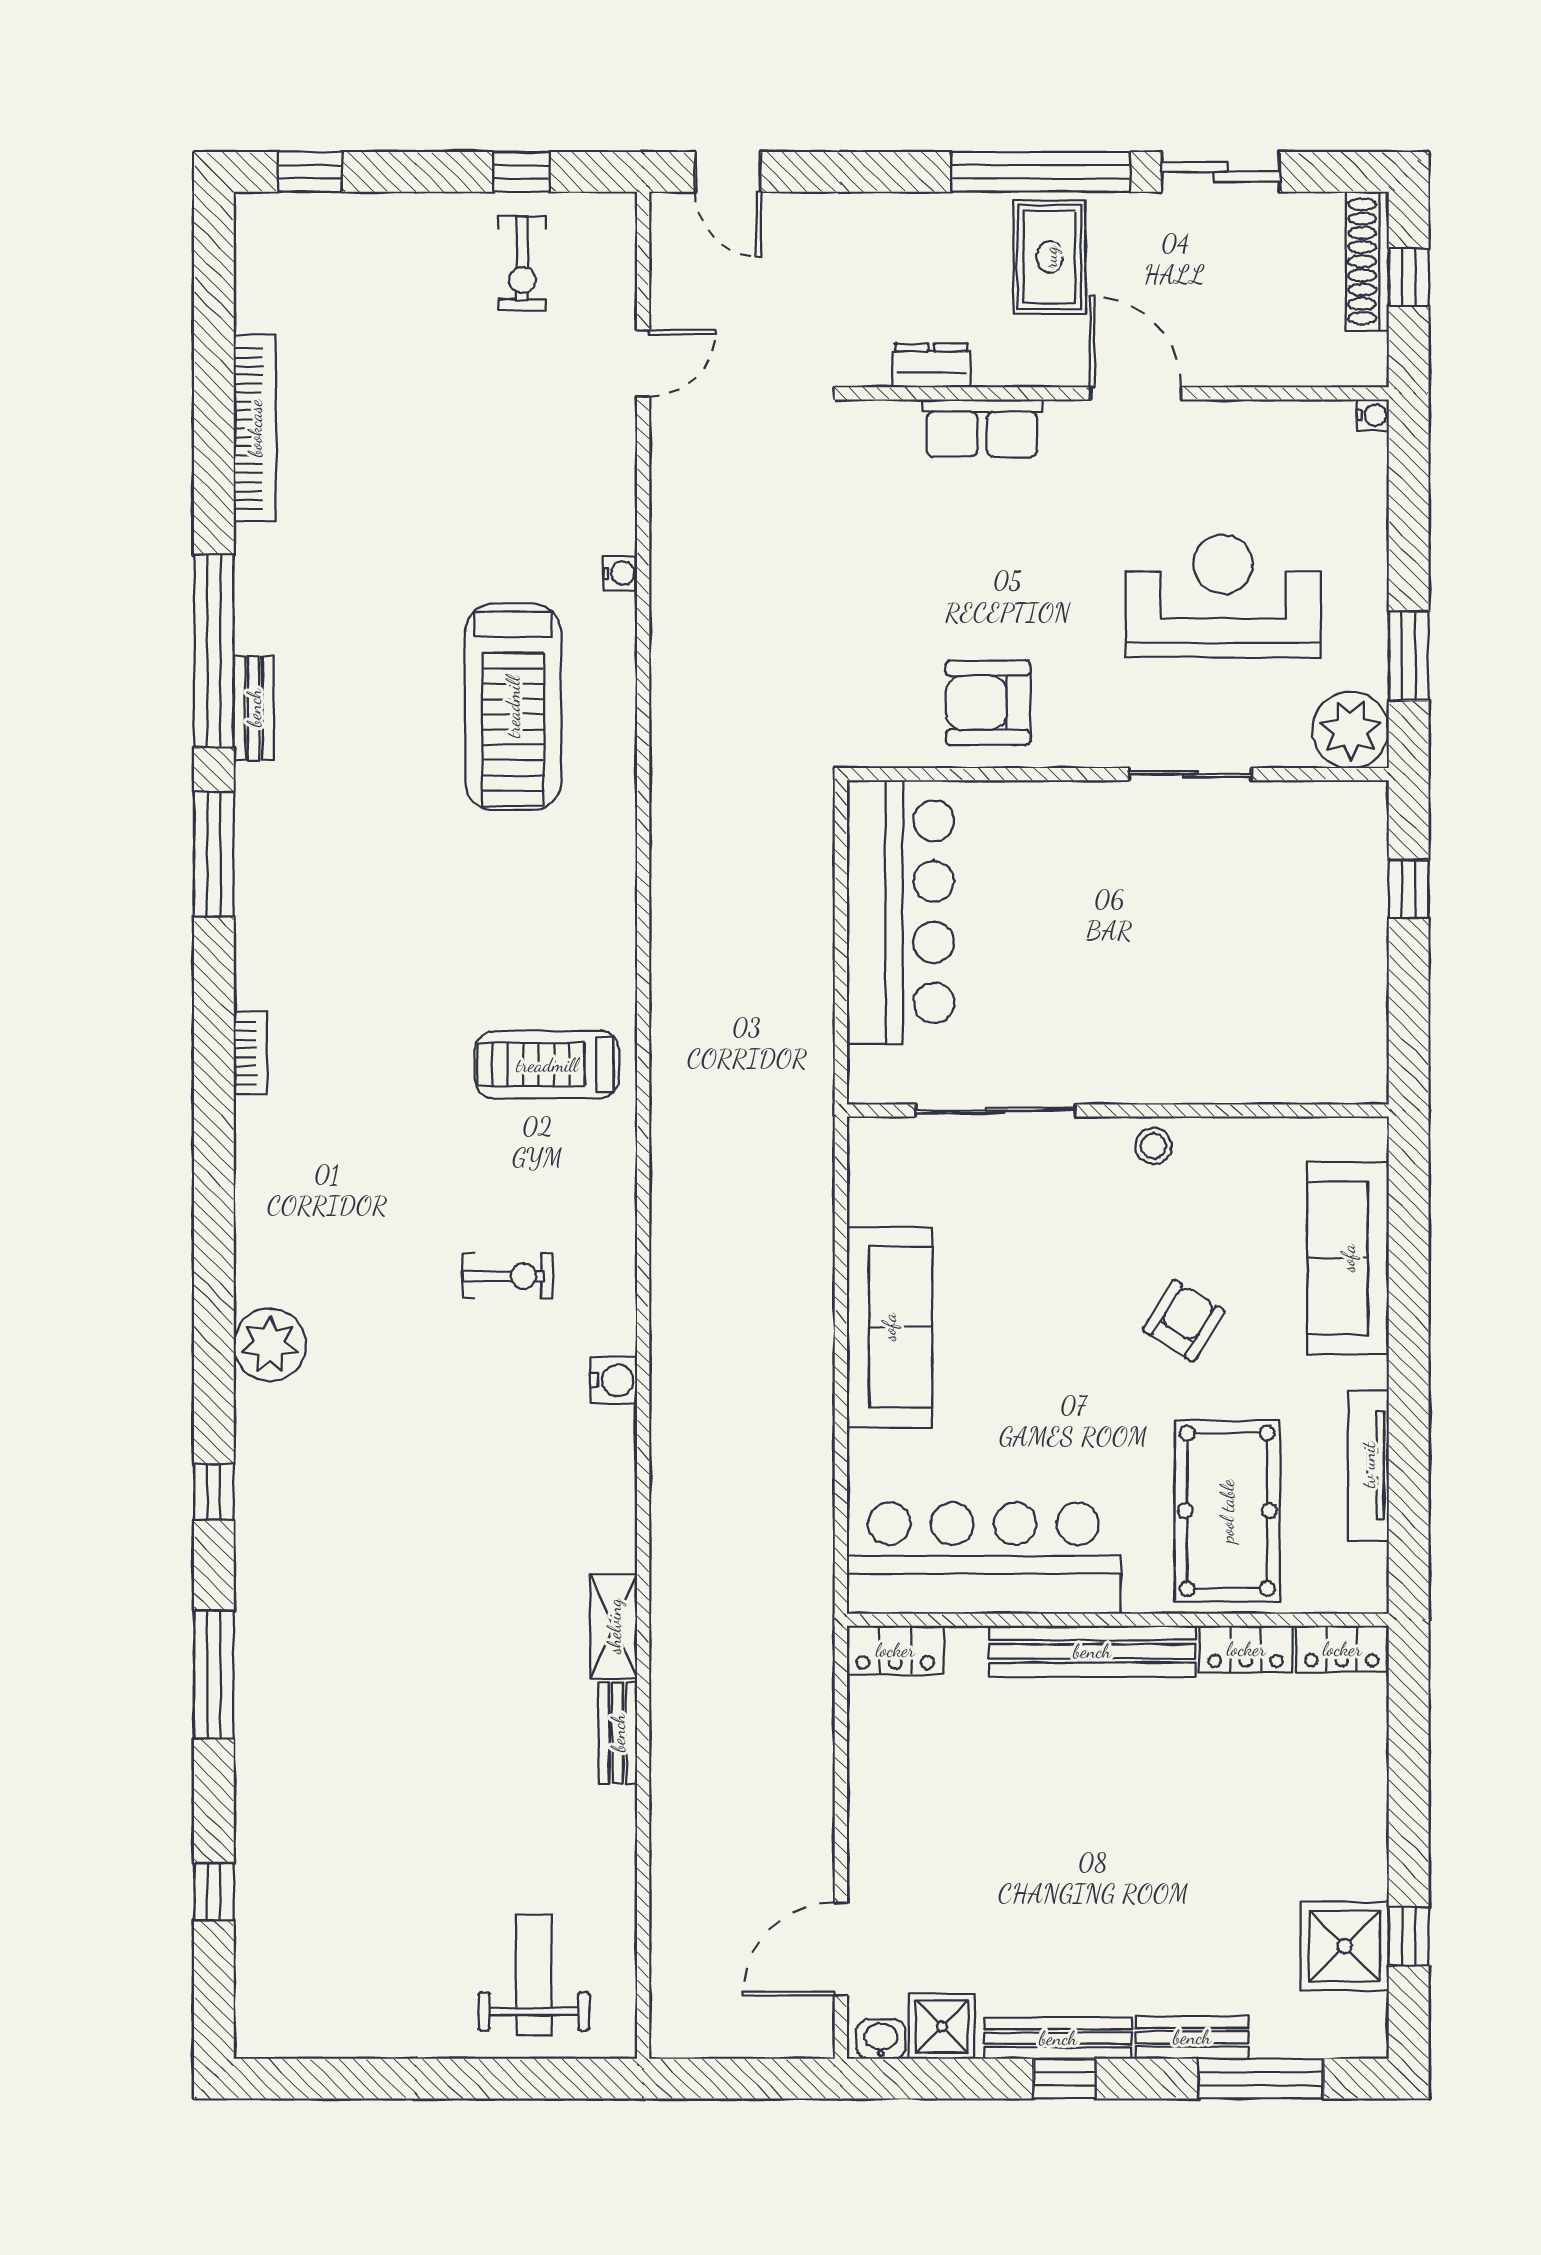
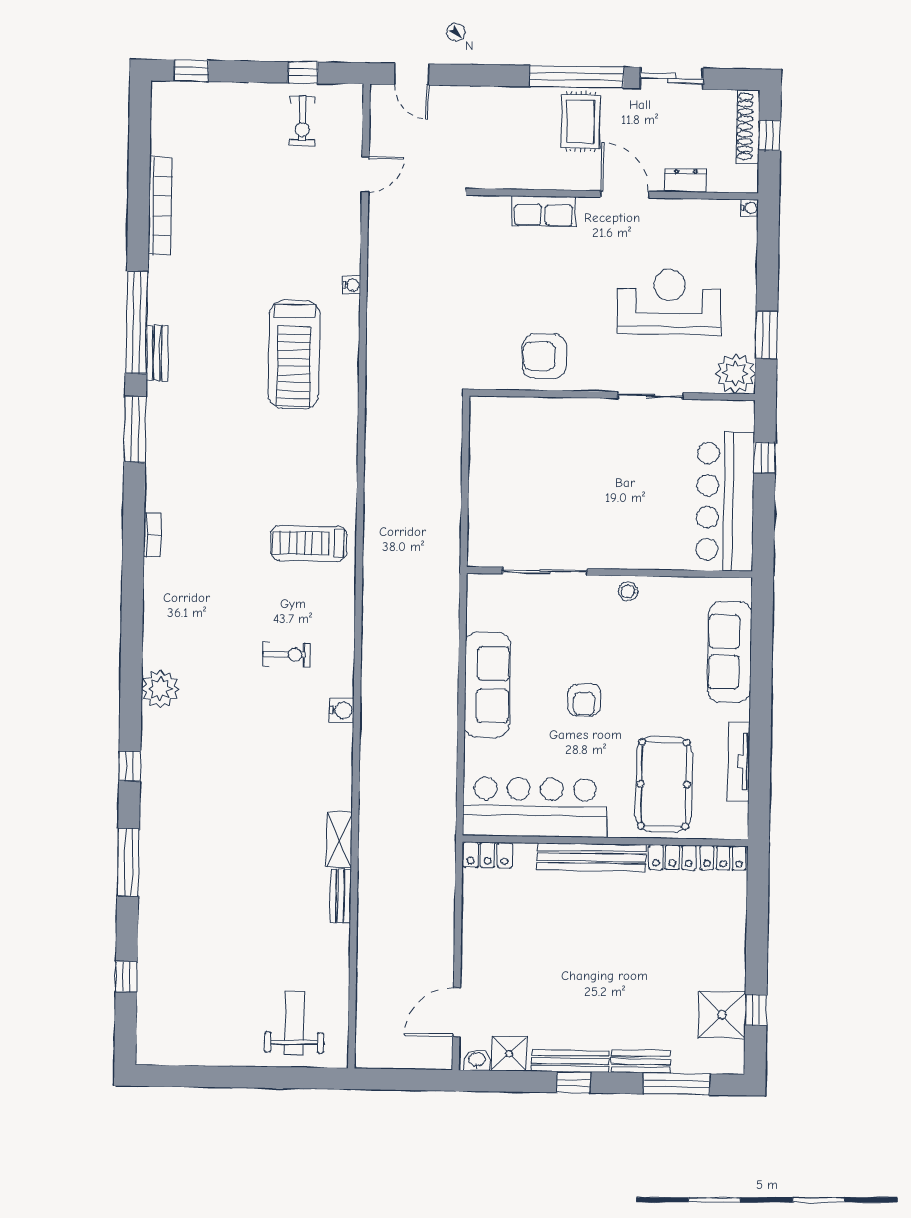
dresser: (931, 365) -> (686, 181), moved
bar counter: (901, 912) -> (725, 501), moved, turned 180
armchair: (1183, 1321) -> (584, 700), moved, turned 148

